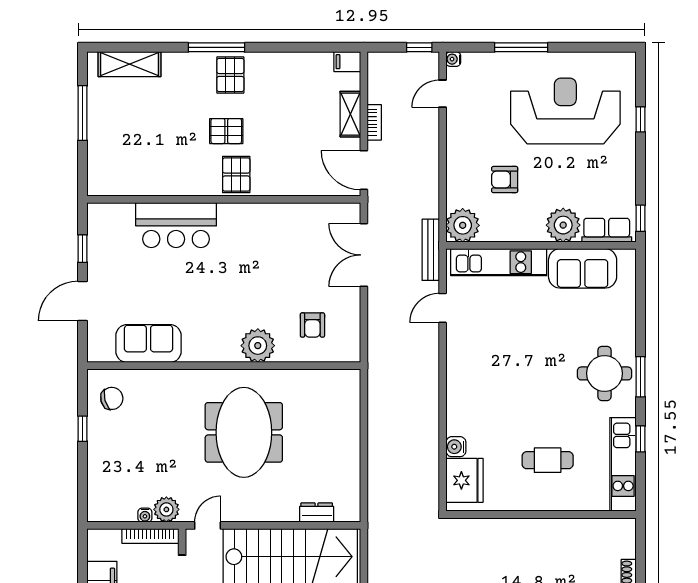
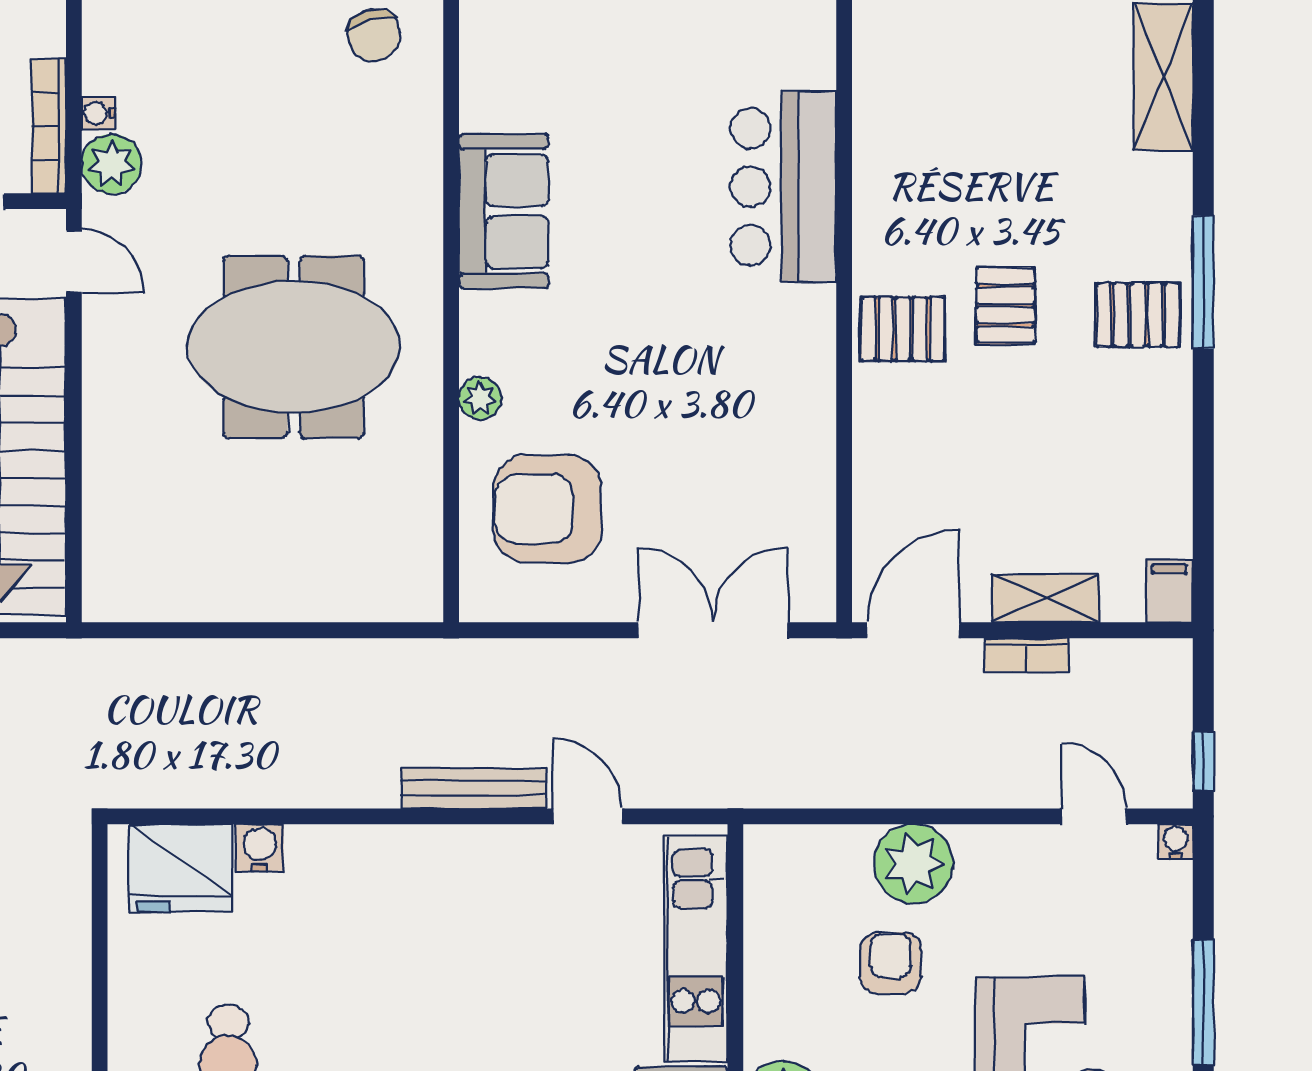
plant: (463, 225) -> (914, 864), moved
bench: (431, 250) -> (474, 788), moved
armchair: (312, 325) -> (547, 509), width x1.88, depth x1.88
sofa: (148, 344) -> (504, 211), moved
plant: (258, 346) -> (480, 398), width x0.53, depth x0.53
dresser: (317, 513) -> (104, 519), removed

